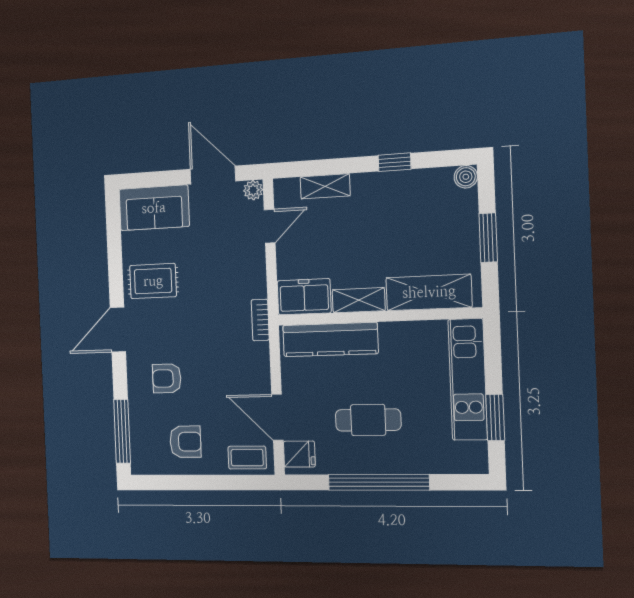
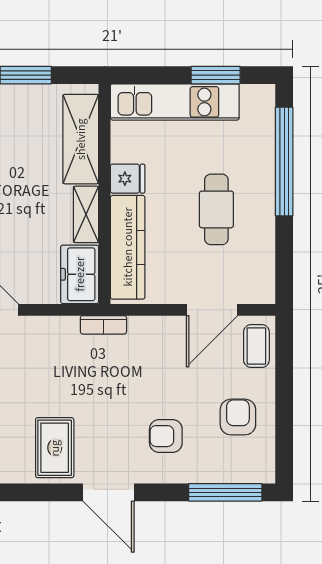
armchair: (167, 378) -> (166, 436), turned 90
fridge: (299, 454) -> (128, 179), moved, turned 90
window: (379, 482) -> (284, 162), moved

